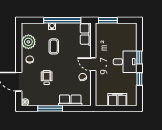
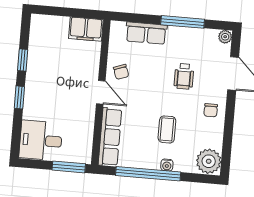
row of seats: (86, 34) -> (110, 137), width x1.48
plant: (28, 42) -> (209, 161), moved
desk: (125, 62) -> (41, 140), moved
filing cabinet: (117, 100) -> (86, 29), moved

